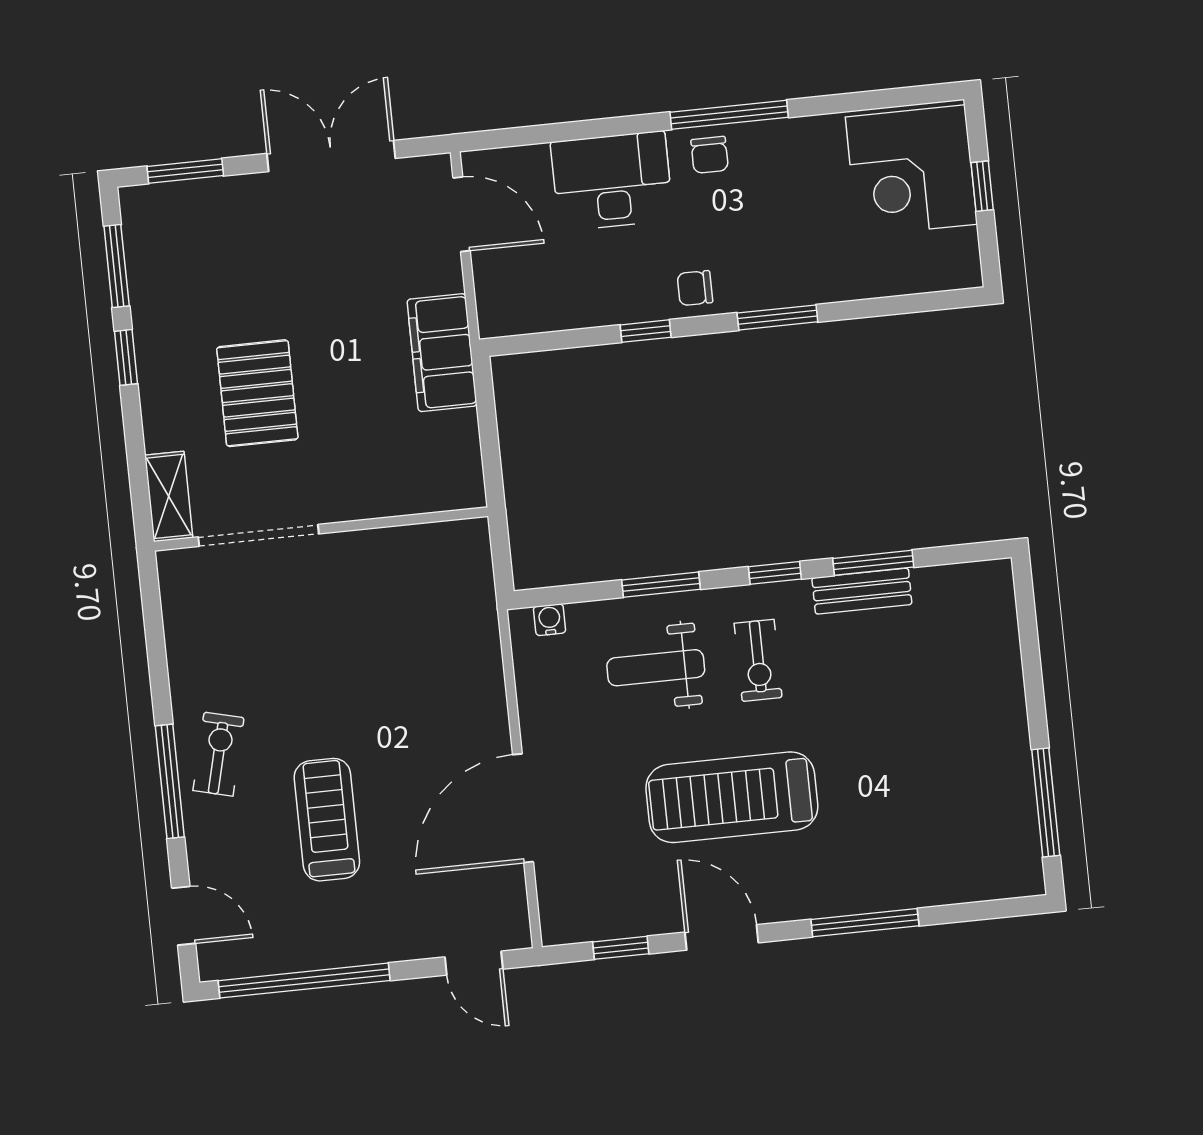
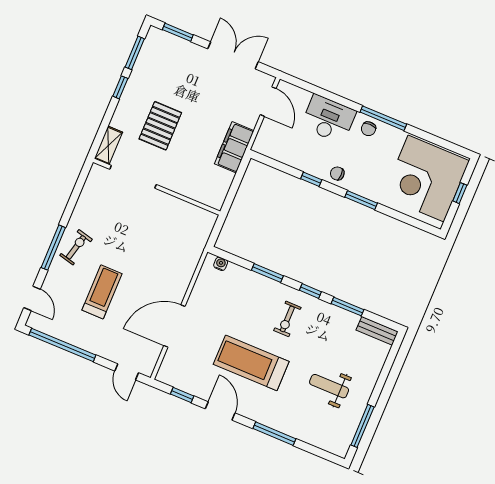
corner desk: (911, 171) -> (426, 178), width x1.36, depth x1.36
bench: (862, 591) -> (377, 331), moved
weight bench: (656, 668) -> (329, 386), moved

